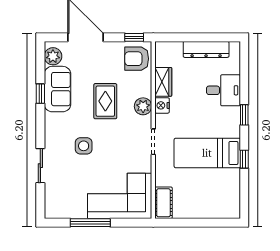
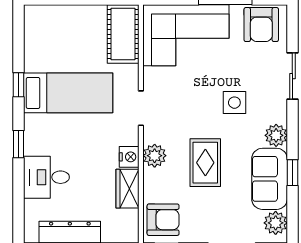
plant: (53, 121) -> (276, 135), added
cot: (163, 203) -> (123, 34), width x1.37, depth x1.34
armchair: (64, 204) -> (261, 25), added

